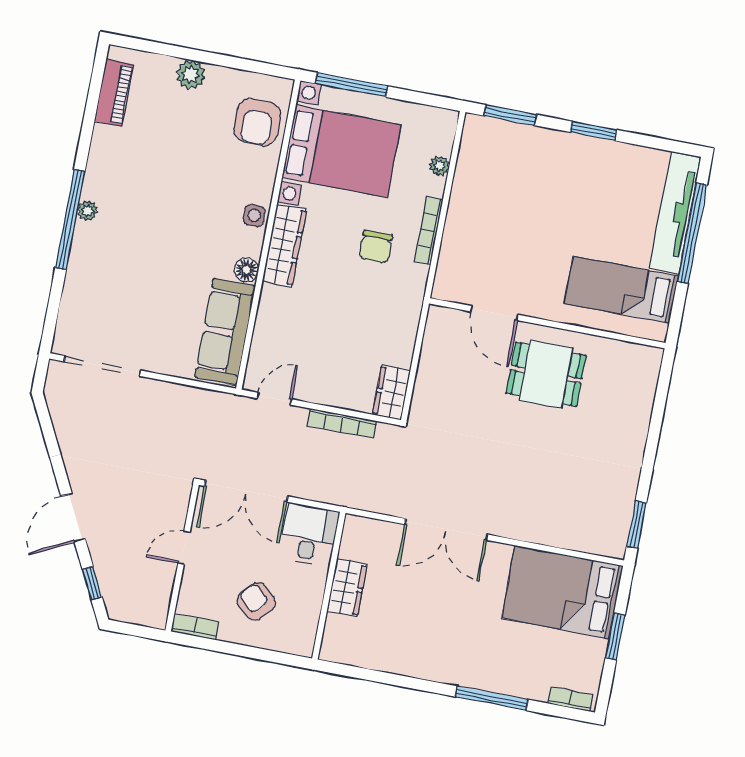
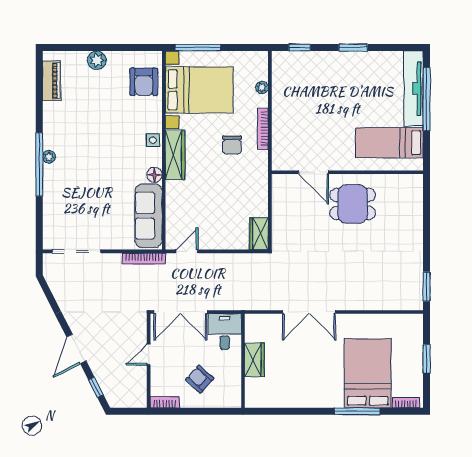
window: (510, 115) -> (300, 48), width x0.67
bookcase: (342, 423) -> (144, 259), moved
bed: (562, 592) -> (368, 373), moved, turned 90

